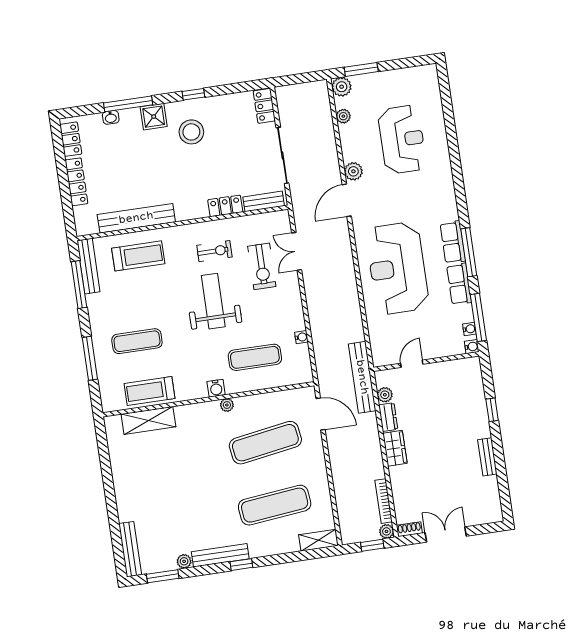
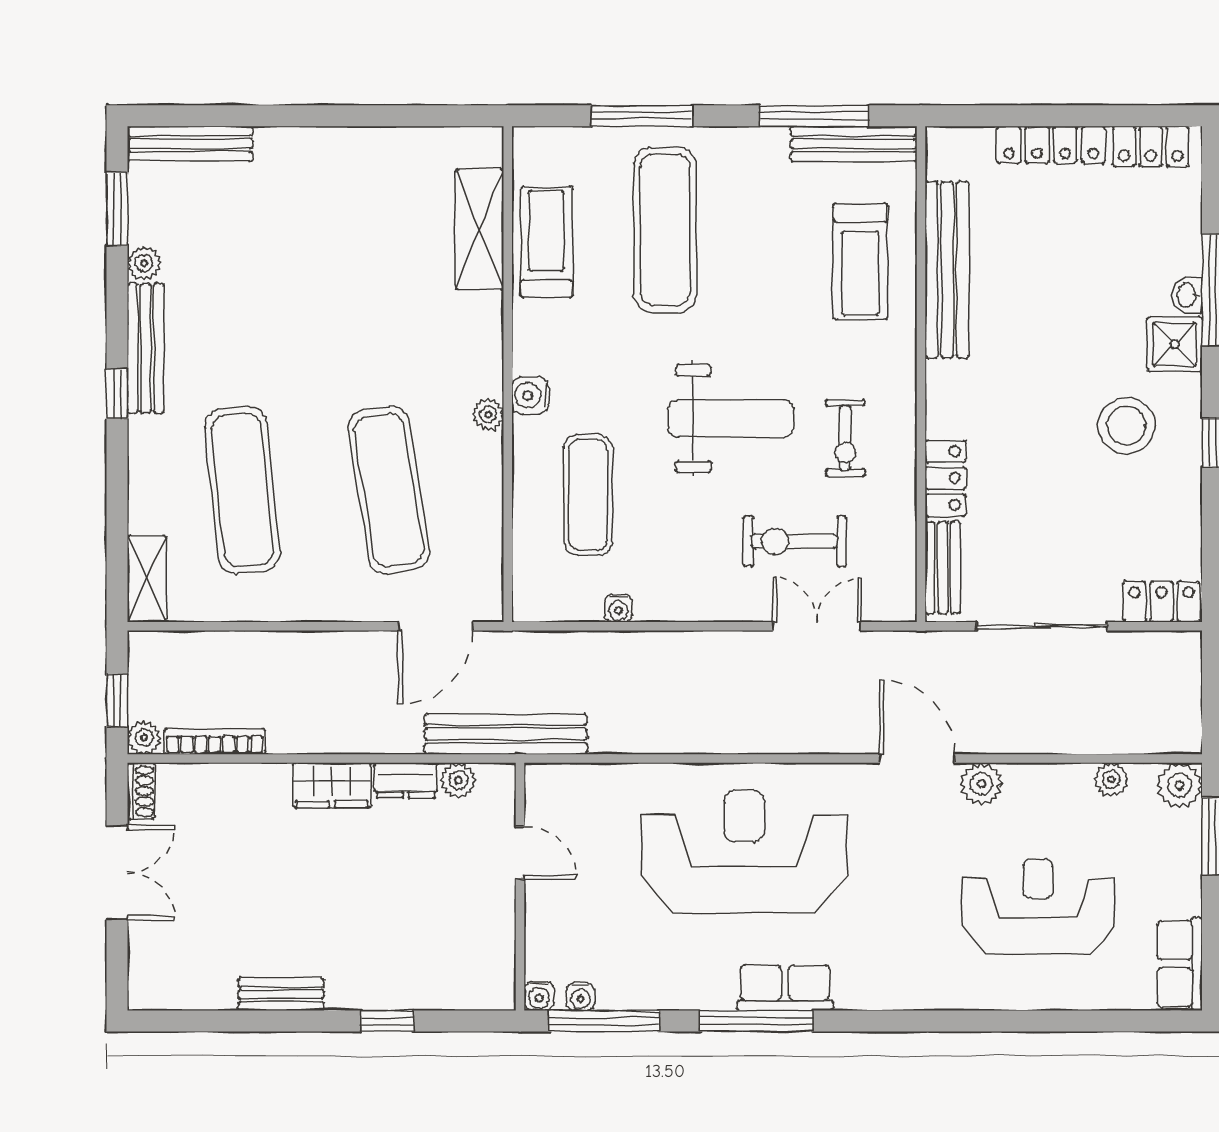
washbasin: (111, 117) -> (1187, 295), moved
reception desk: (402, 139) -> (1038, 906), turned 180
row of seats: (459, 284) -> (1180, 964), moved, turned -90
exercise mat: (137, 341) -> (665, 230), width x1.36, depth x1.45

